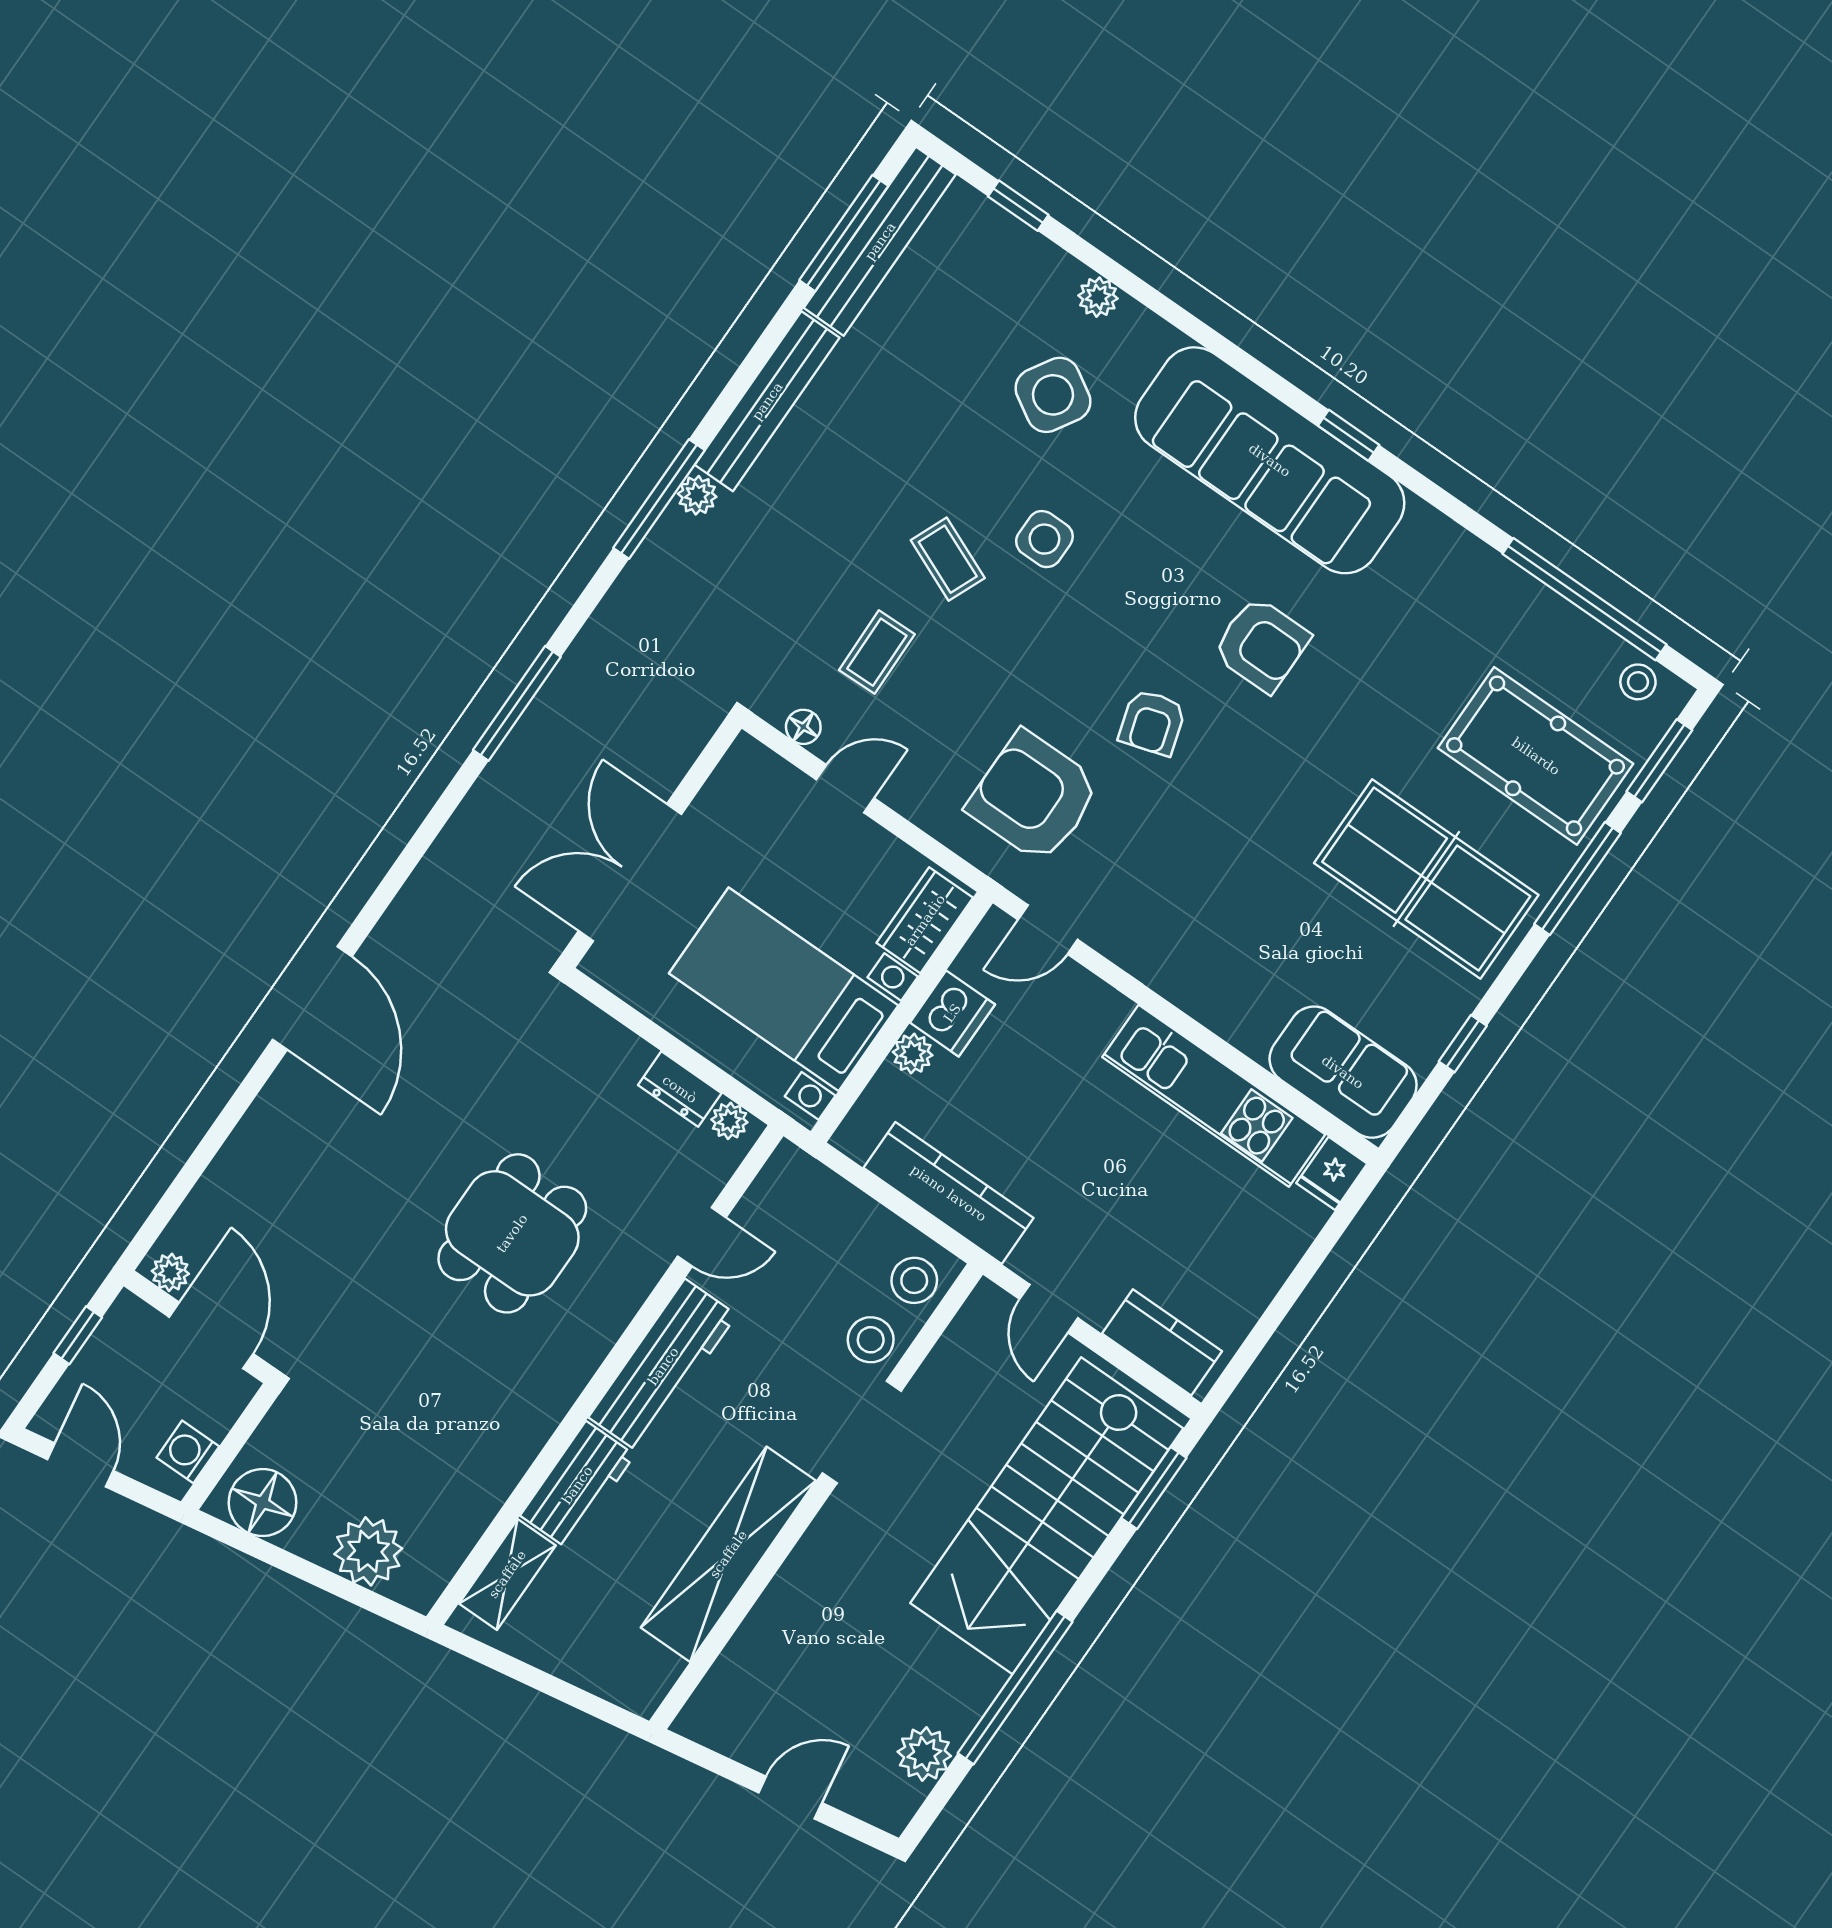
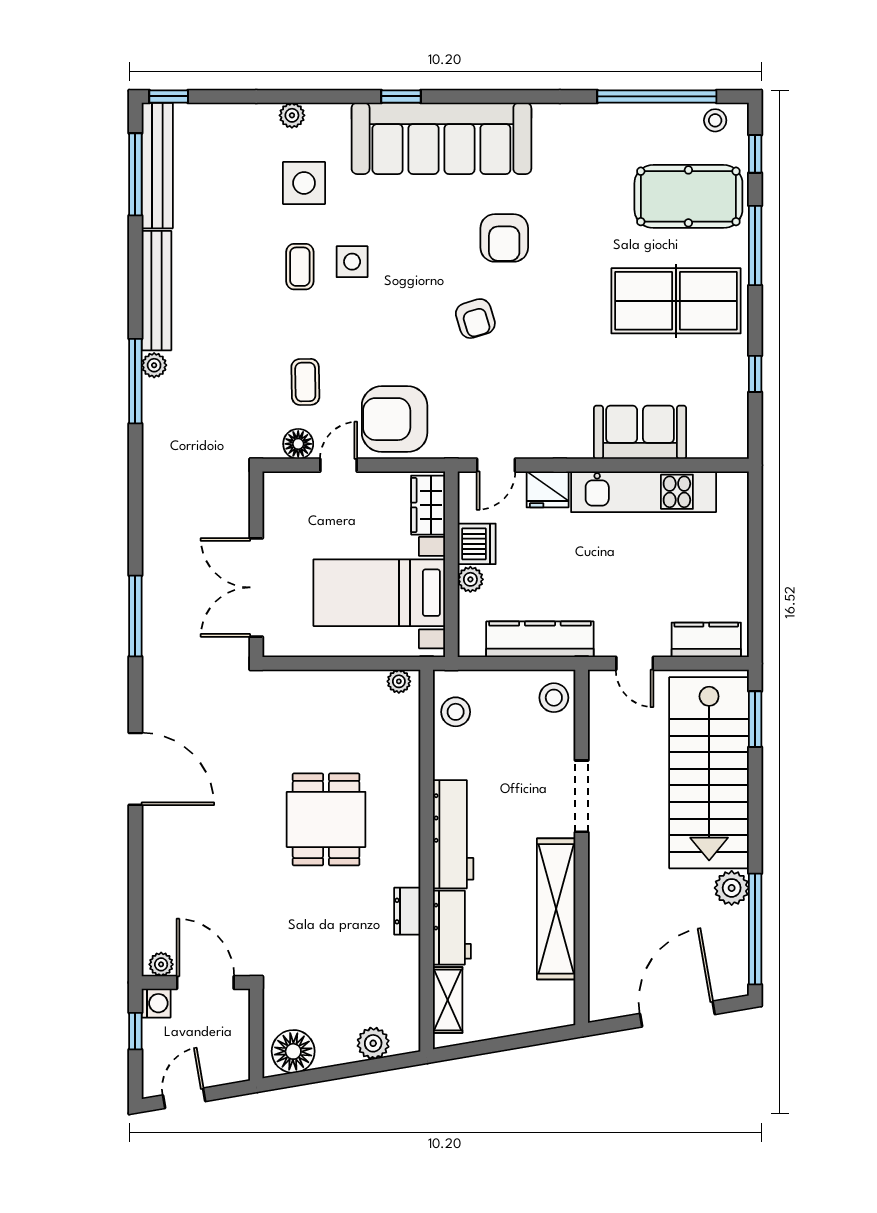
window: (1018, 206) -> (169, 96), moved
side table: (1053, 395) -> (304, 183), turned -31
window: (1349, 435) -> (401, 96), moved
coffee table: (948, 559) -> (300, 267), moved, turned 67
armchair: (1261, 645) -> (504, 238), turned 90
window: (517, 703) -> (135, 616), moved
floor lamp: (803, 727) -> (298, 444), width x1.37, depth x1.37
window: (1659, 761) -> (755, 154), width x0.67
armchair: (1034, 797) -> (395, 419), moved
sofa: (1343, 1072) -> (640, 432), moved
dresser: (680, 1089) -> (407, 911), moved, turned 90
fridge: (1332, 1173) -> (548, 489), moved, width x1.38
door: (702, 1237) -> (427, 752), removed
stool: (871, 1340) -> (456, 712), moved
washing machine: (188, 1452) -> (156, 1003), moved, turned 180
door: (80, 1465) -> (184, 1098), hinge flipped
plant: (368, 1551) -> (373, 1043), width x0.73, depth x0.73
window: (1015, 1688) -> (755, 929), moved
plant: (924, 1754) -> (732, 888), moved
door: (790, 1798) -> (677, 1014), width x1.88

